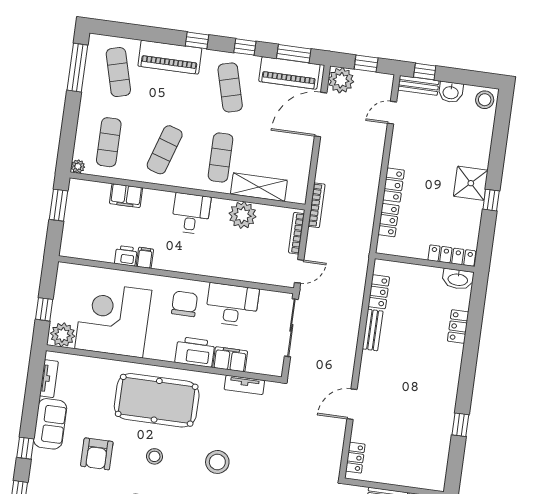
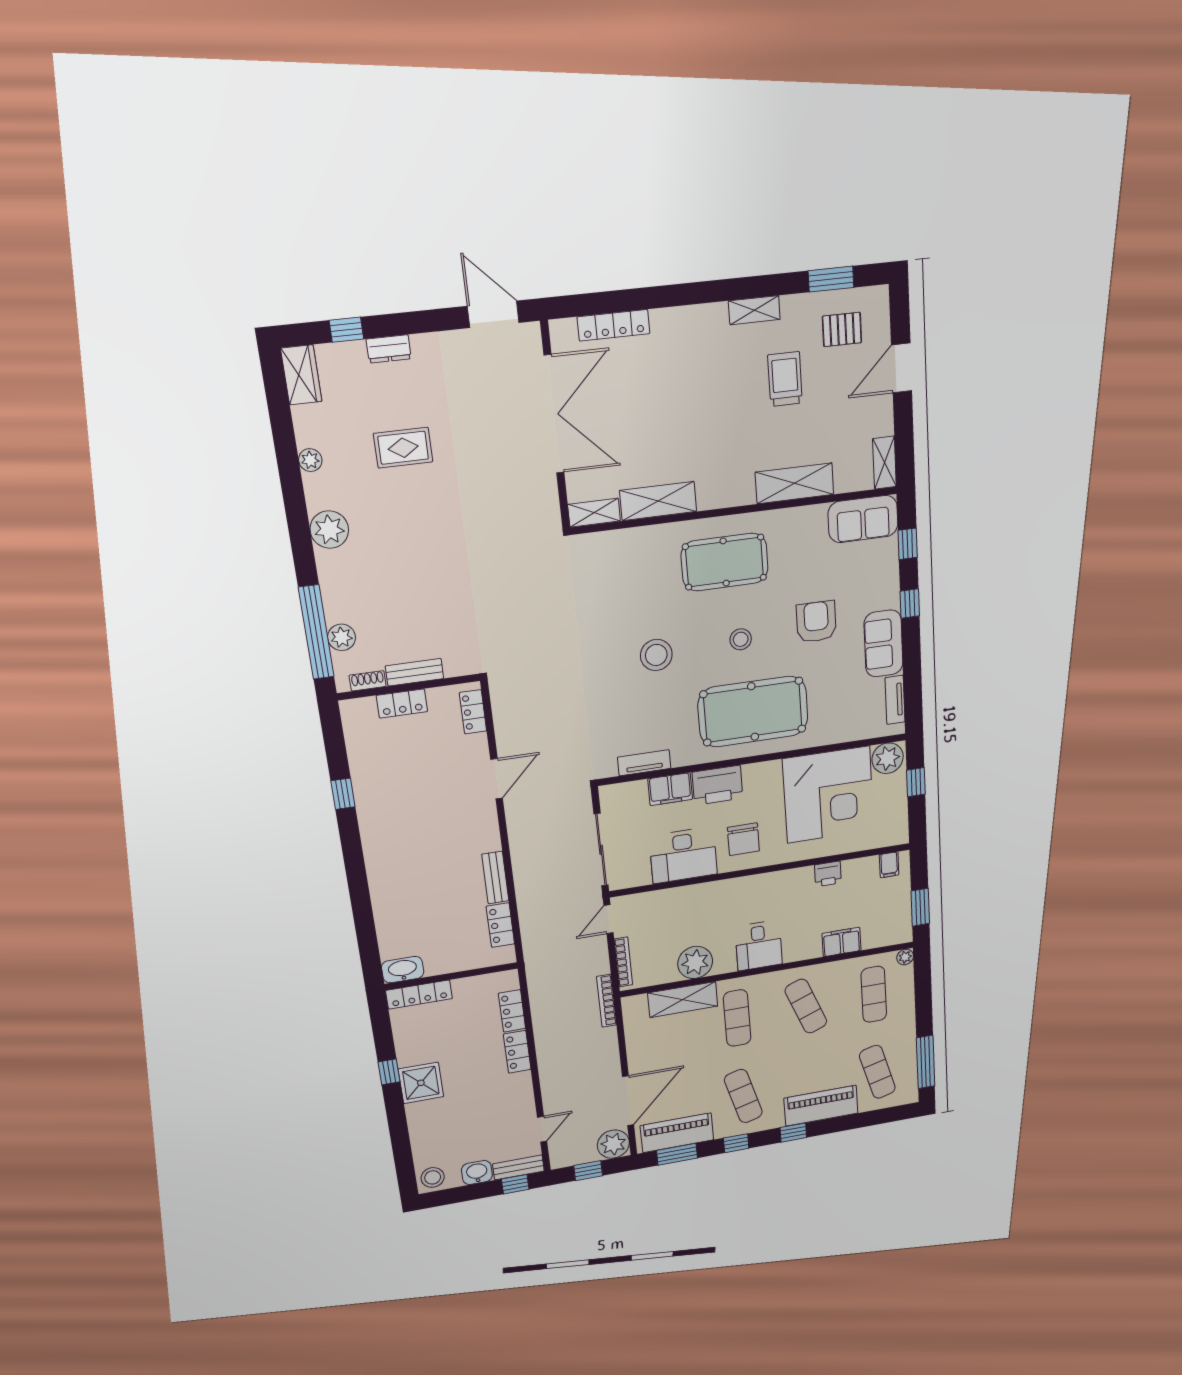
exercise mat: (165, 150) -> (806, 1006), turned -39
filing cabinet: (145, 258) -> (889, 865), moved
locker: (458, 326) -> (402, 704), moved, turned 90

